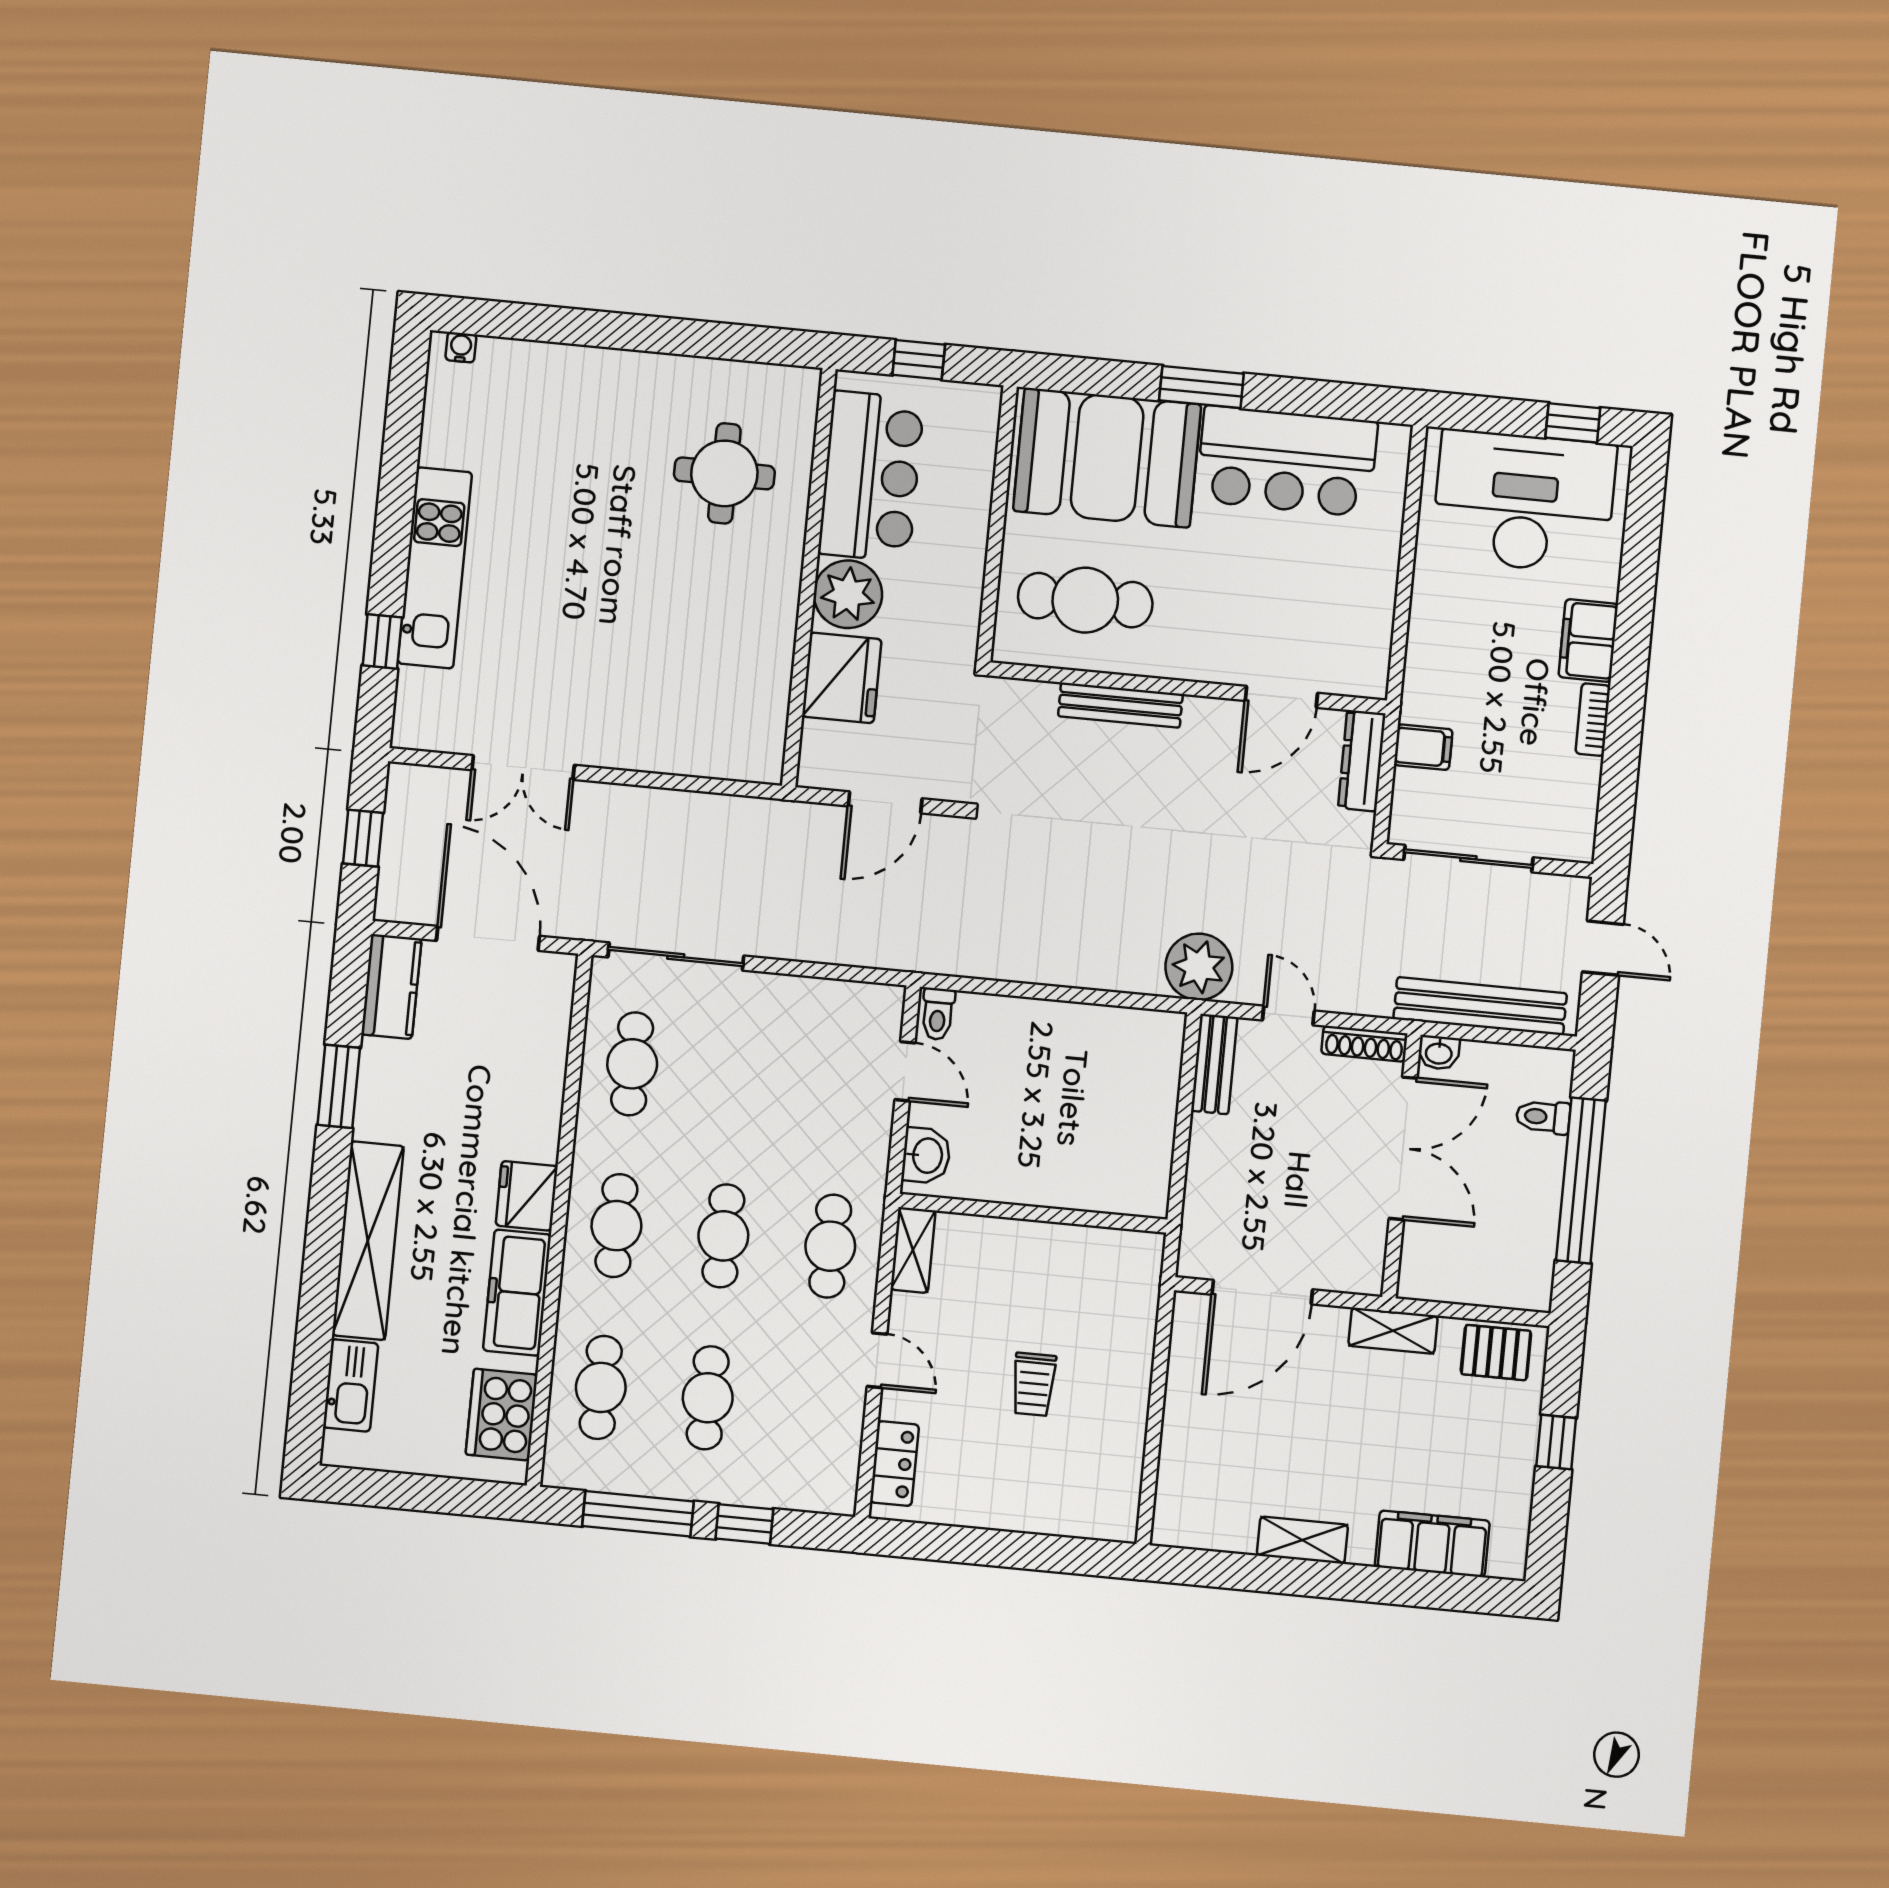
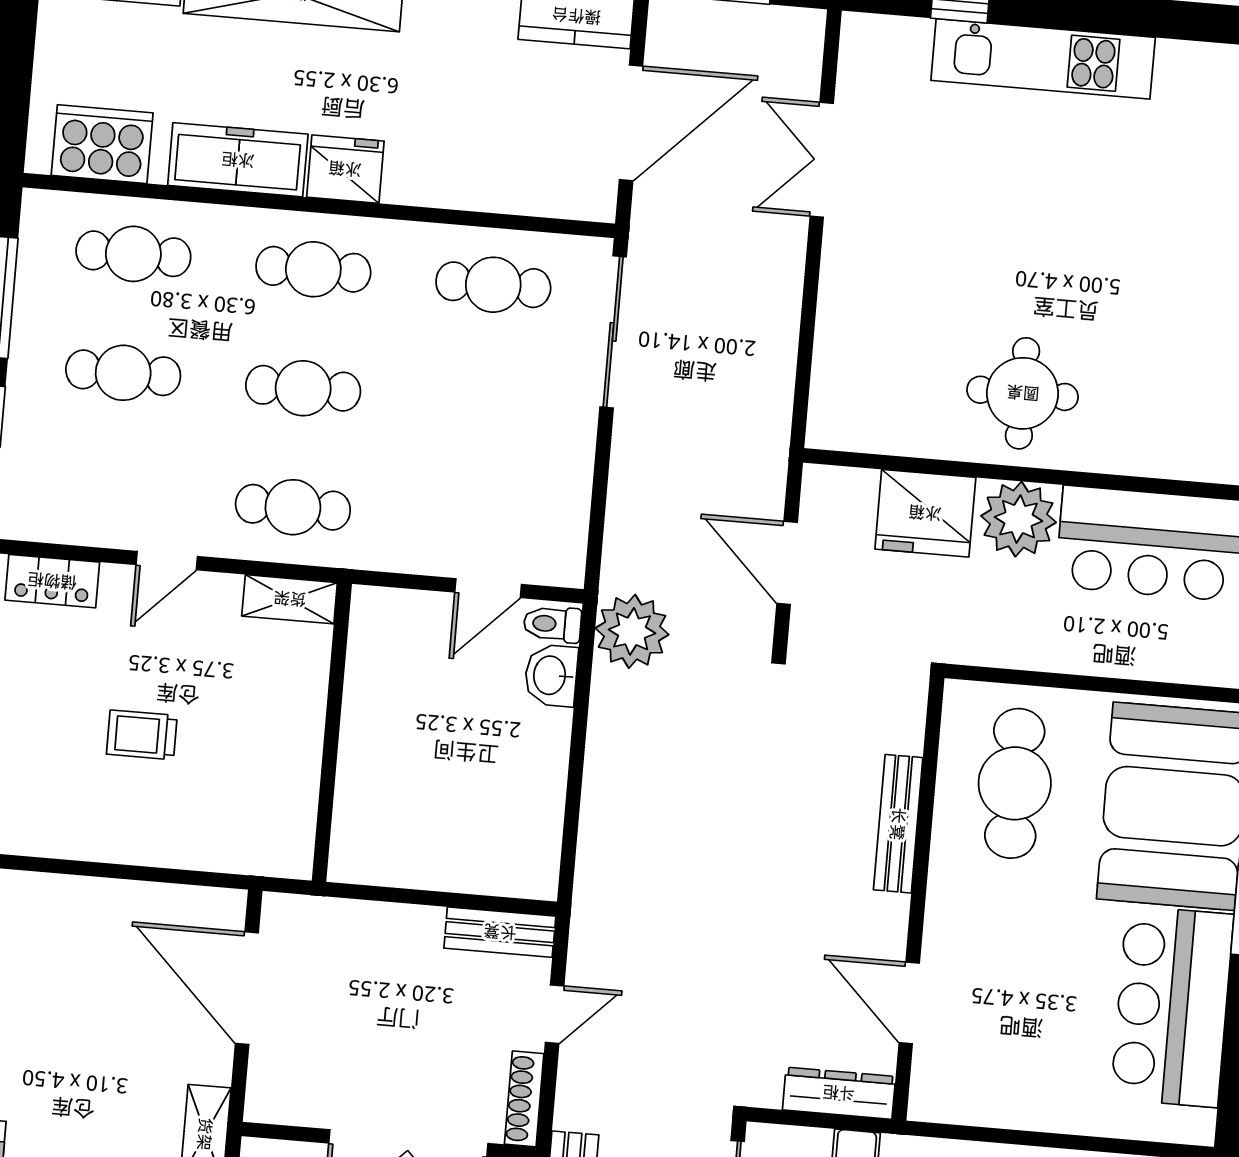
round table: (724, 473) -> (1023, 393), moved
plant: (1199, 967) -> (632, 631), moved
washbasin: (926, 1155) -> (551, 675), moved, turned 90

